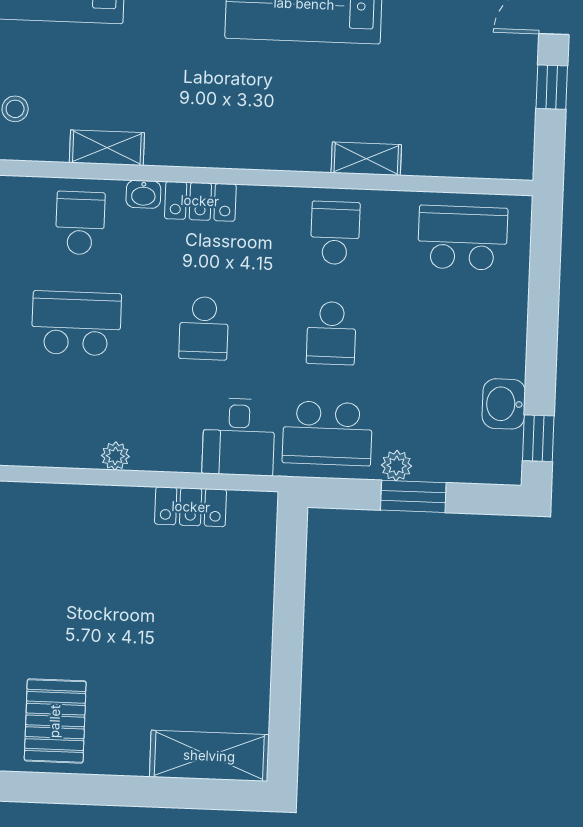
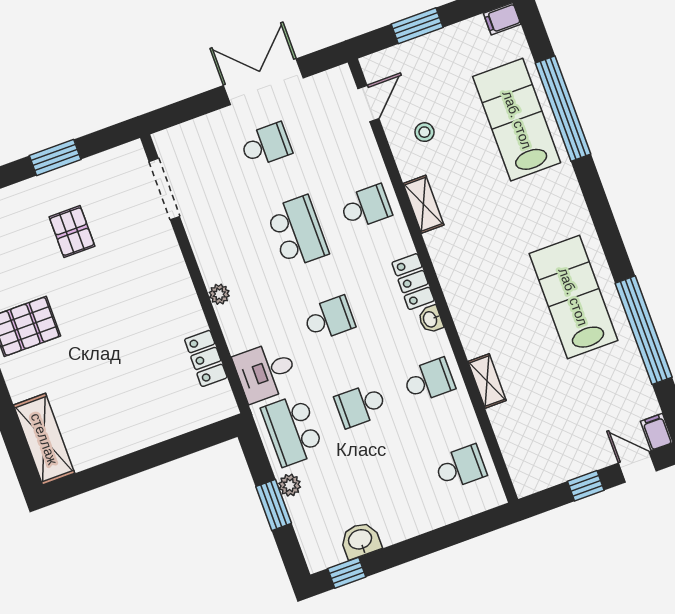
washbasin: (143, 194) -> (431, 319), moved
school desk: (463, 238) -> (460, 467), width x0.54
school desk: (204, 328) -> (329, 319), turned 180

